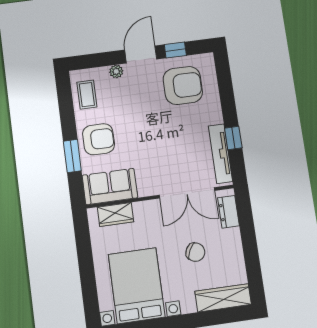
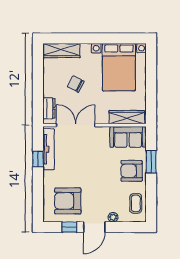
wardrobe: (115, 215) -> (127, 117), width x1.50

